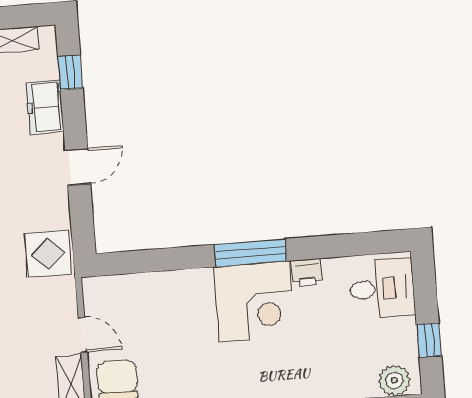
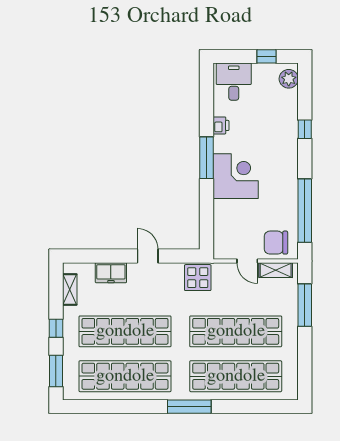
window: (70, 72) -> (91, 256), removed
corner desk: (254, 302) -> (236, 176), moved
door: (83, 335) -> (247, 261), swing flipped

